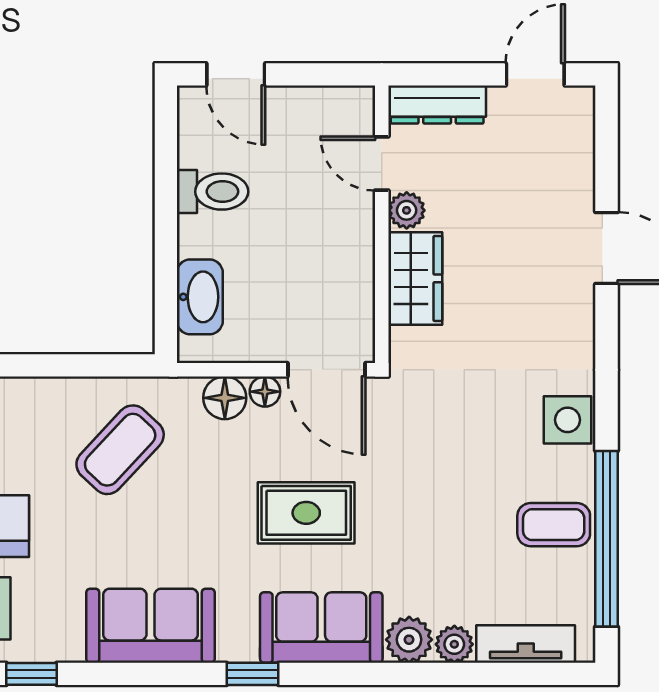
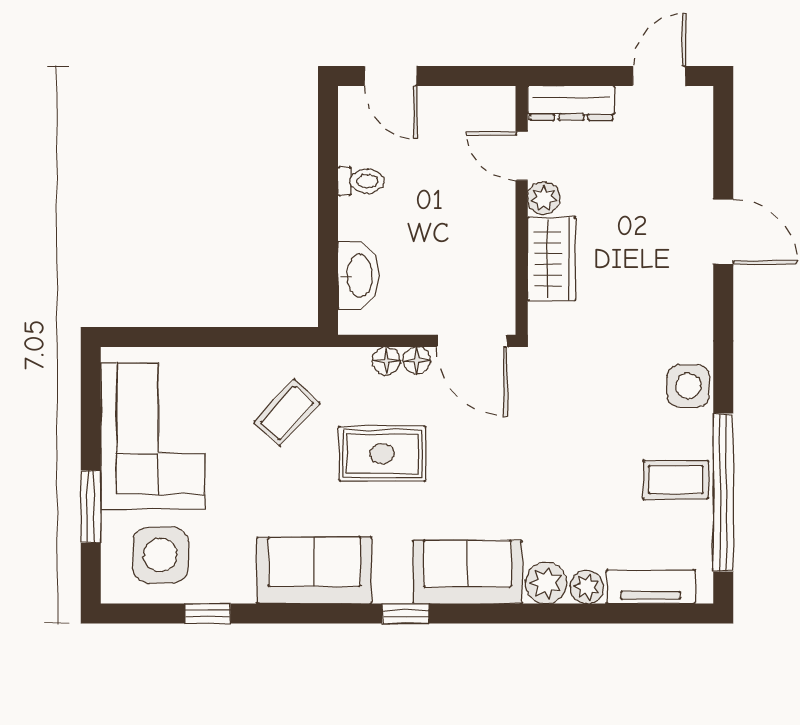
toilet: (212, 192) -> (361, 181), width x0.73, depth x0.72
floor lamp: (225, 398) -> (386, 361), width x0.73, depth x0.73
coffee table: (120, 450) -> (287, 413), width x0.73, depth x0.77
rug: (306, 513) -> (382, 454), moved

